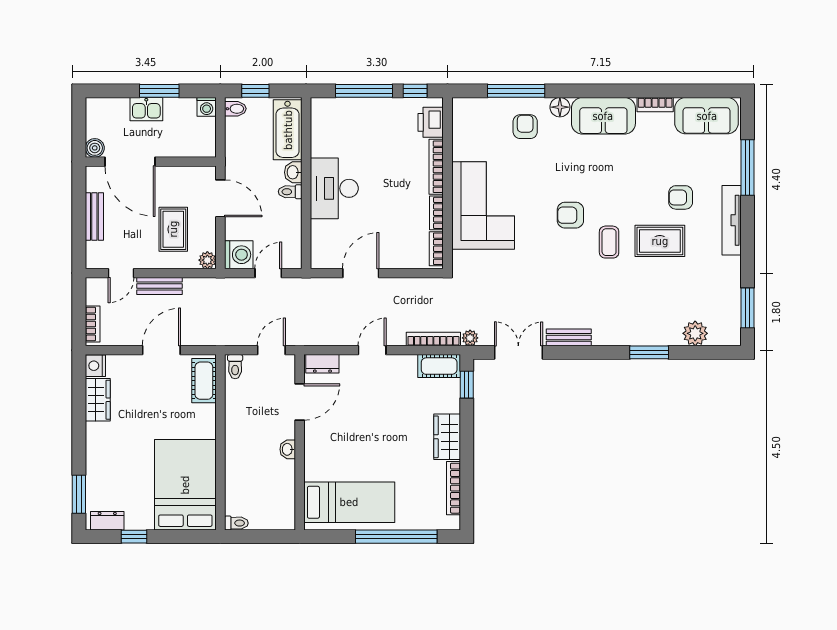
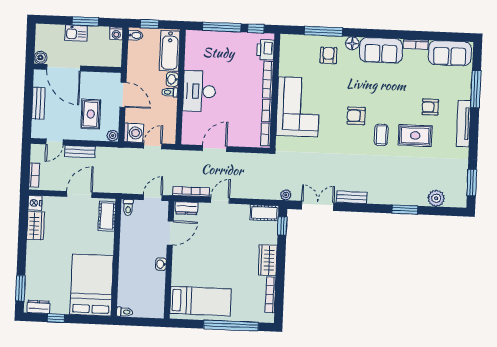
bookcase: (433, 339) -> (191, 192), moved

